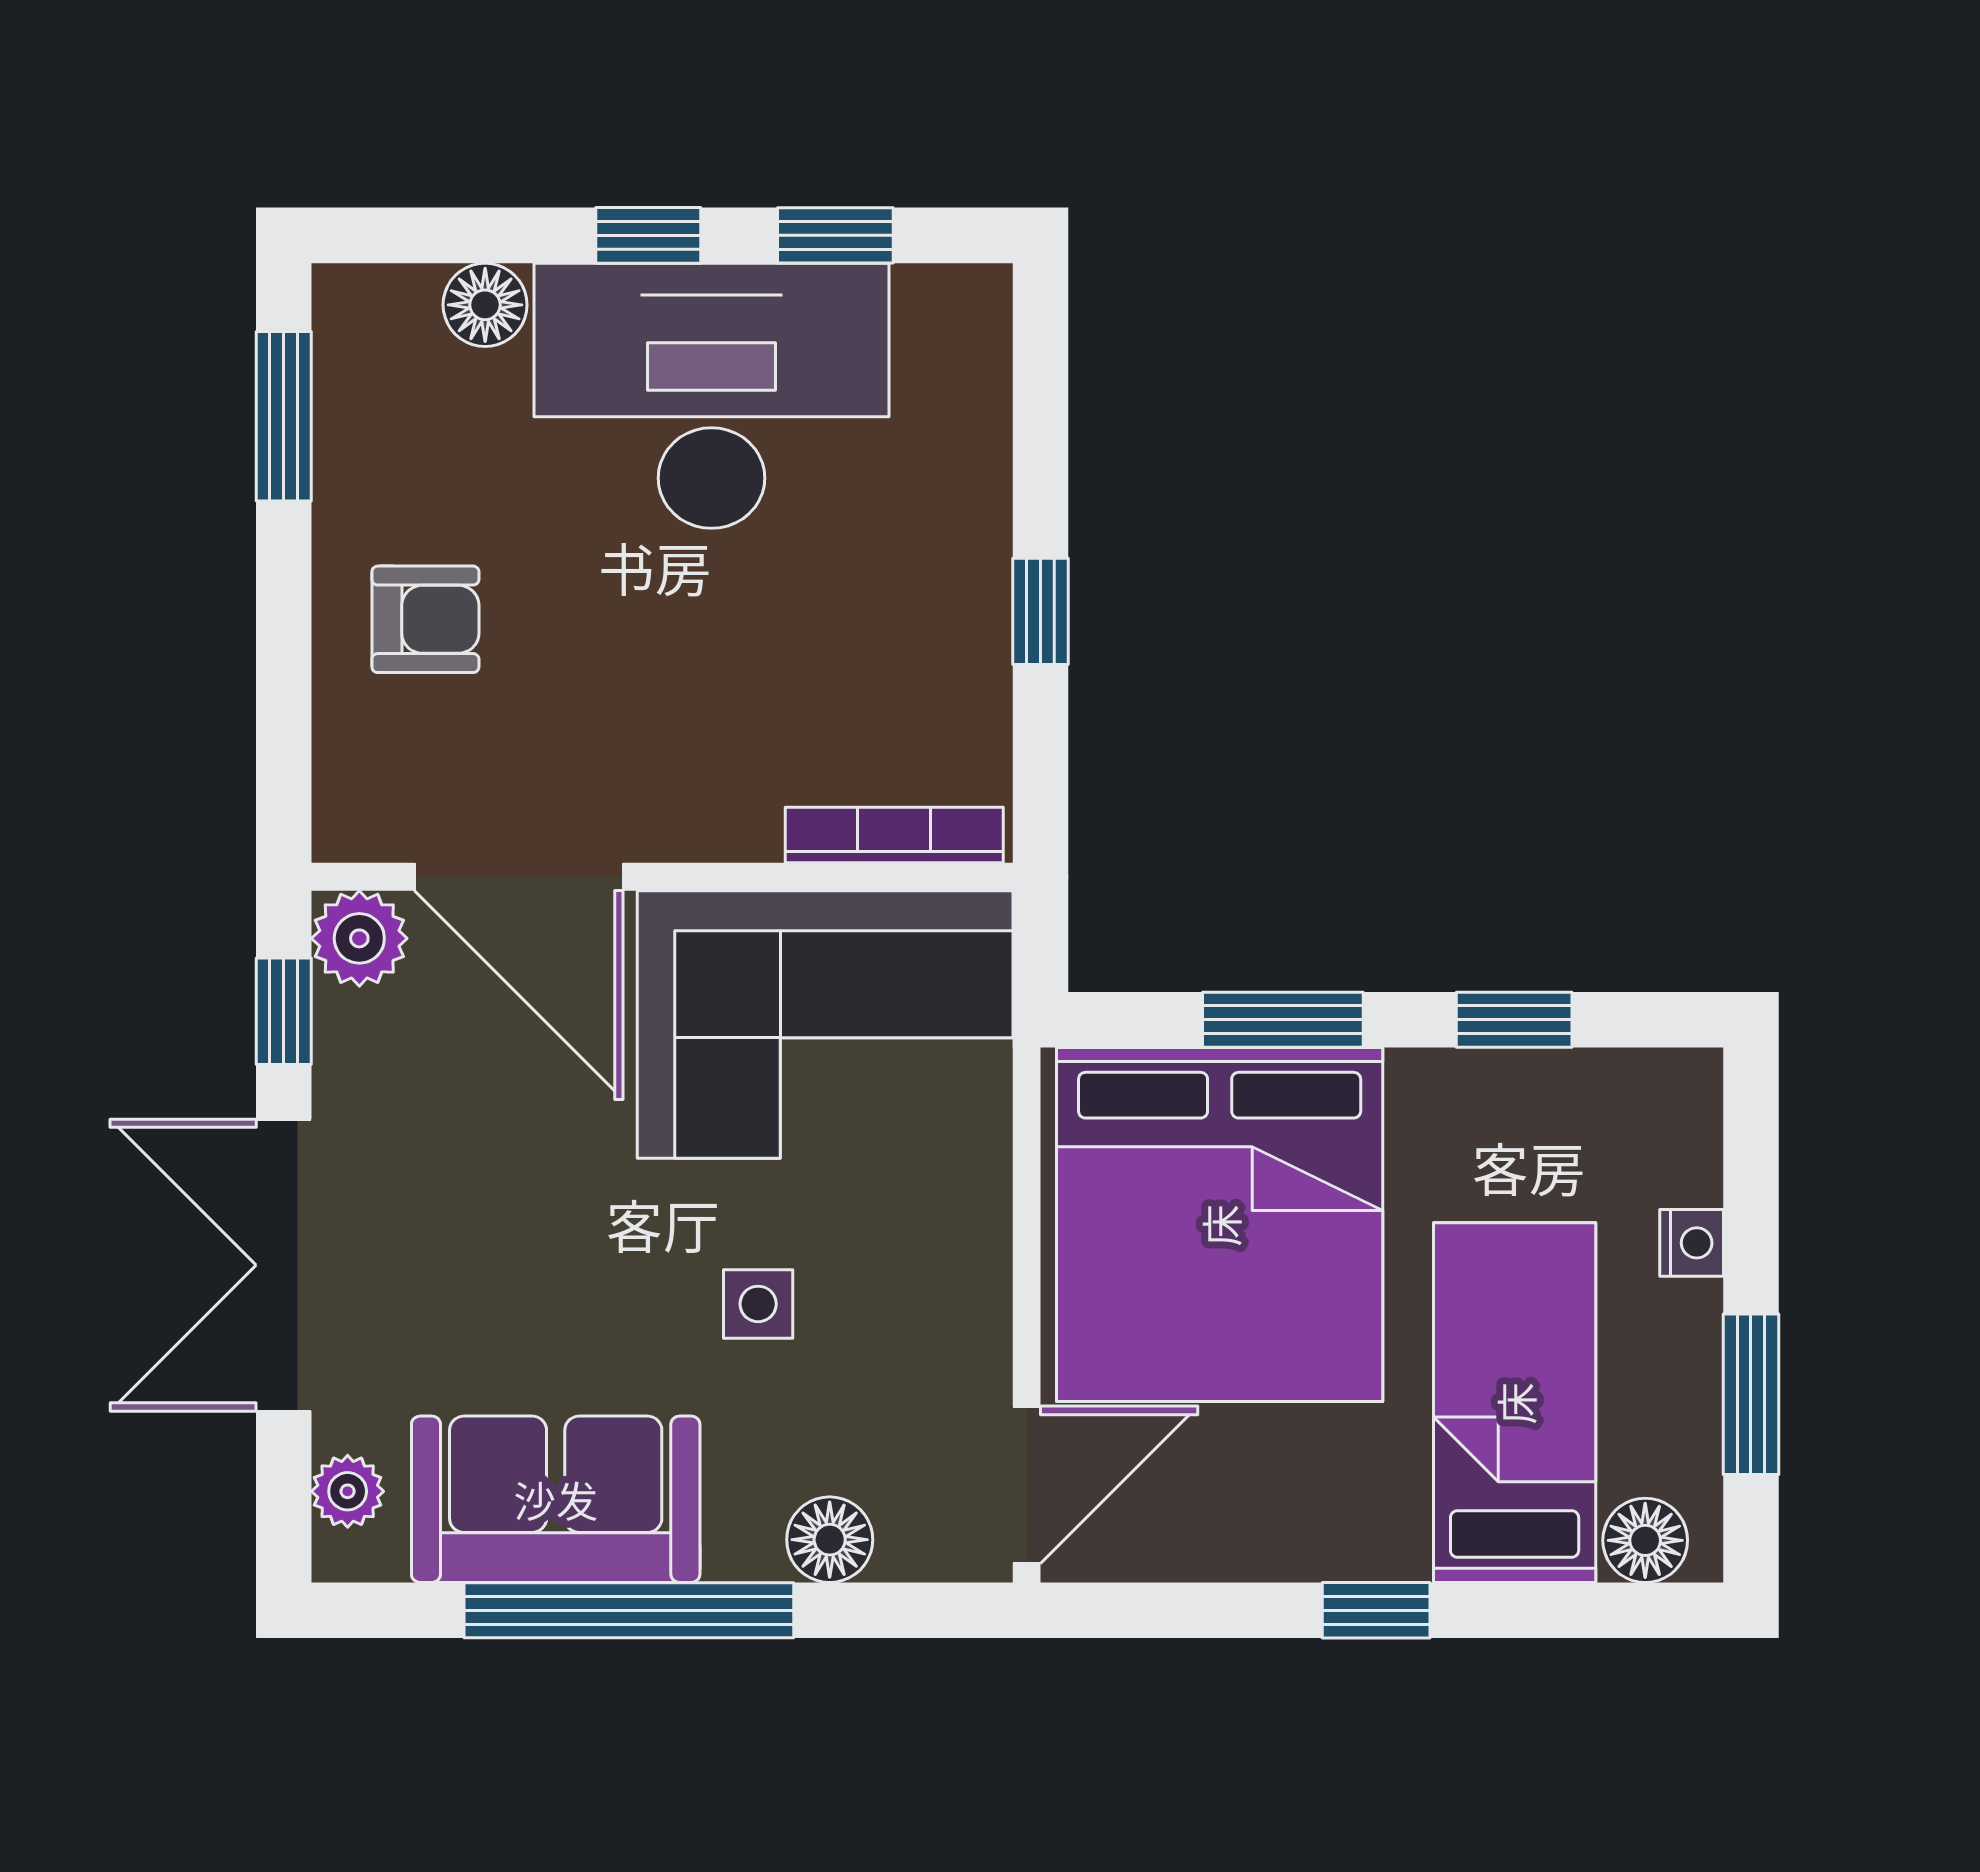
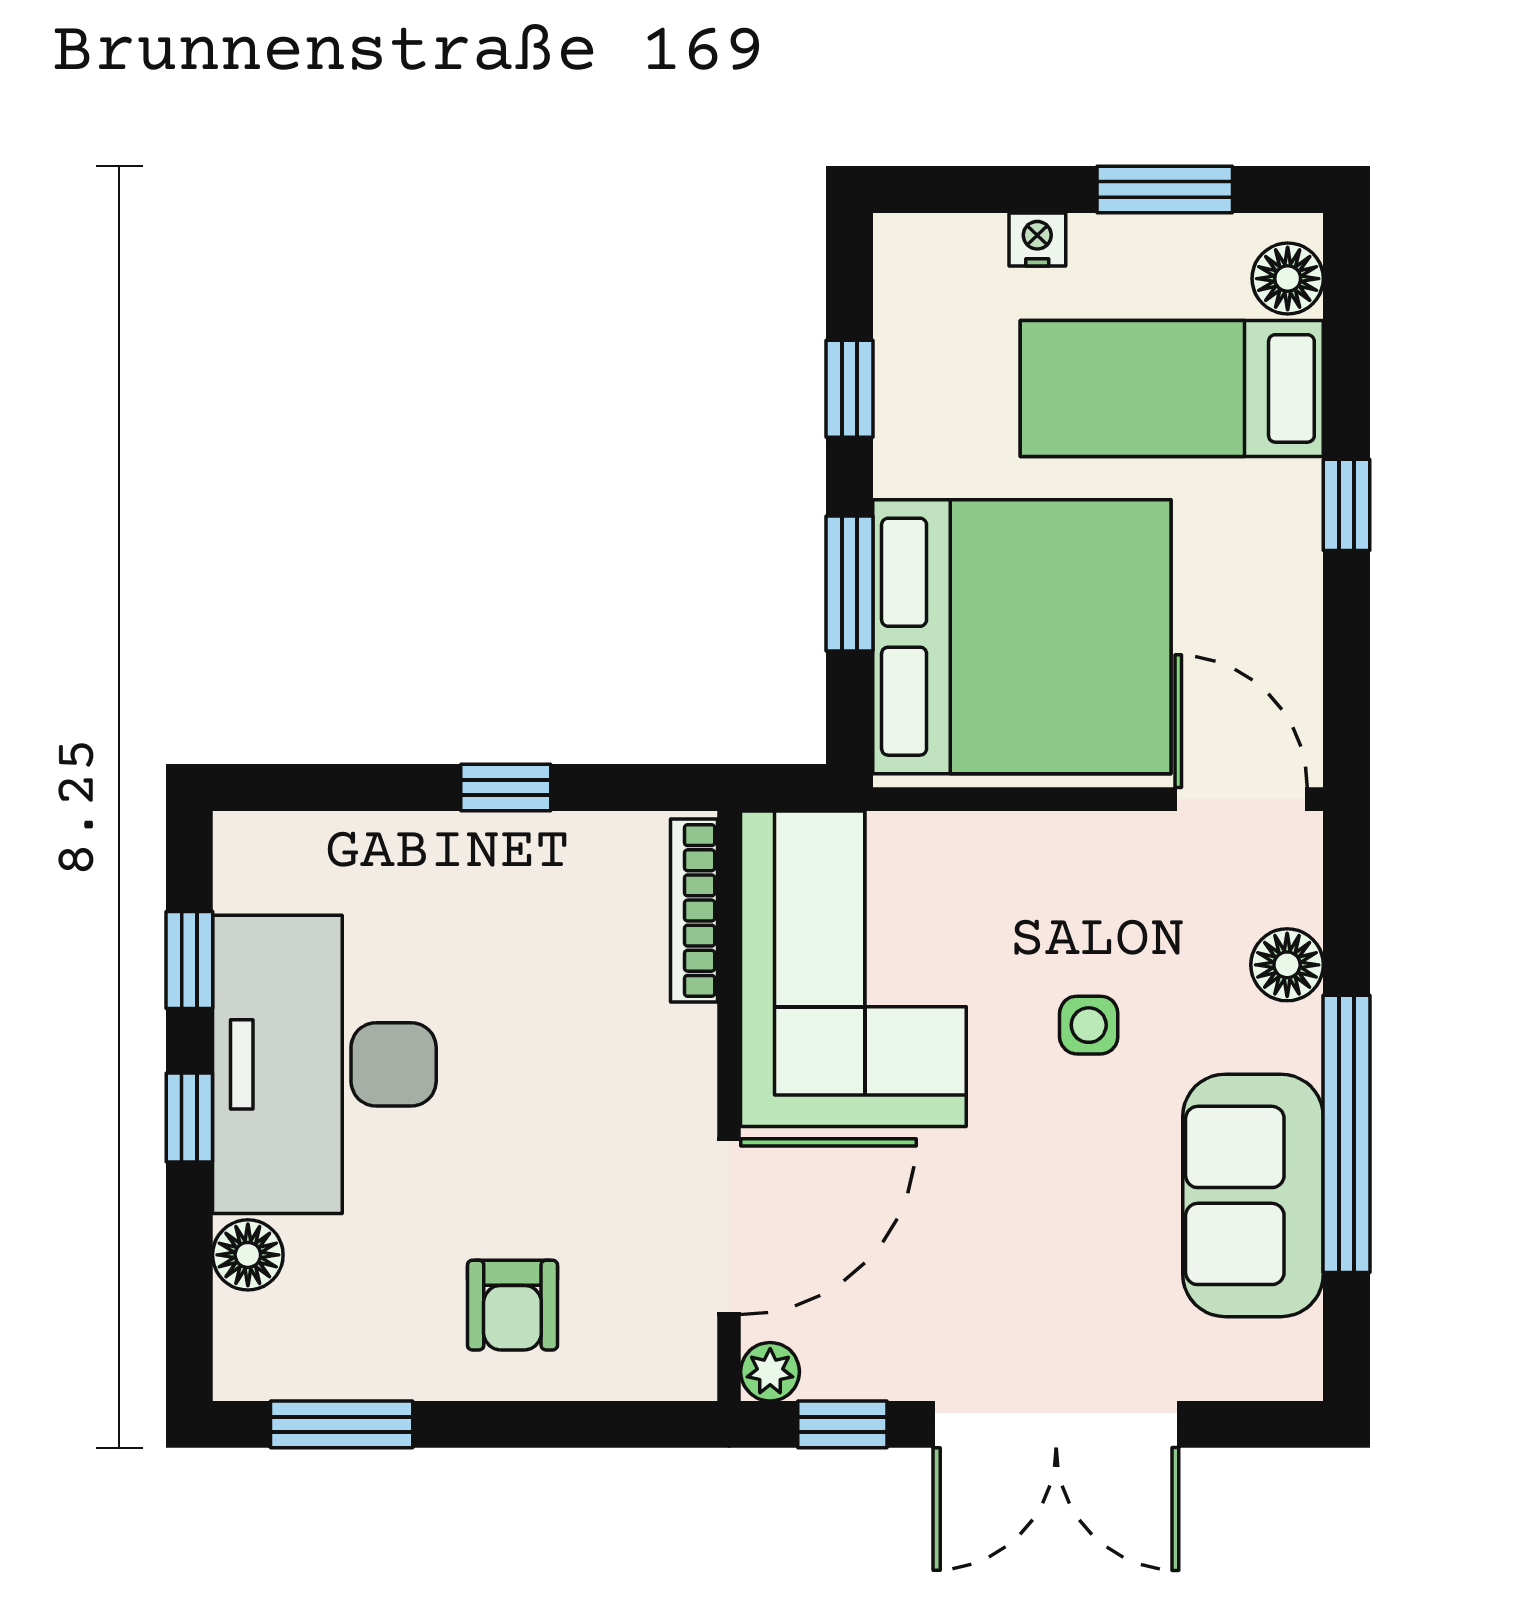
armchair: (425, 619) -> (512, 1305), turned 180
plant: (359, 938) -> (770, 1372), width x0.73, depth x0.73
plant: (348, 1491) -> (1246, 1371), removed

